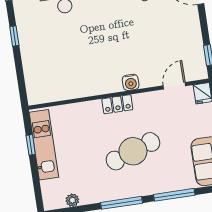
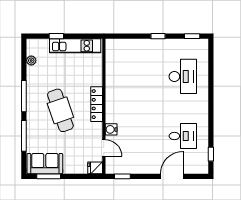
water cooler: (131, 82) -> (111, 129), moved
locker: (117, 104) -> (97, 104), width x1.53
window: (31, 145) -> (56, 36), moved

